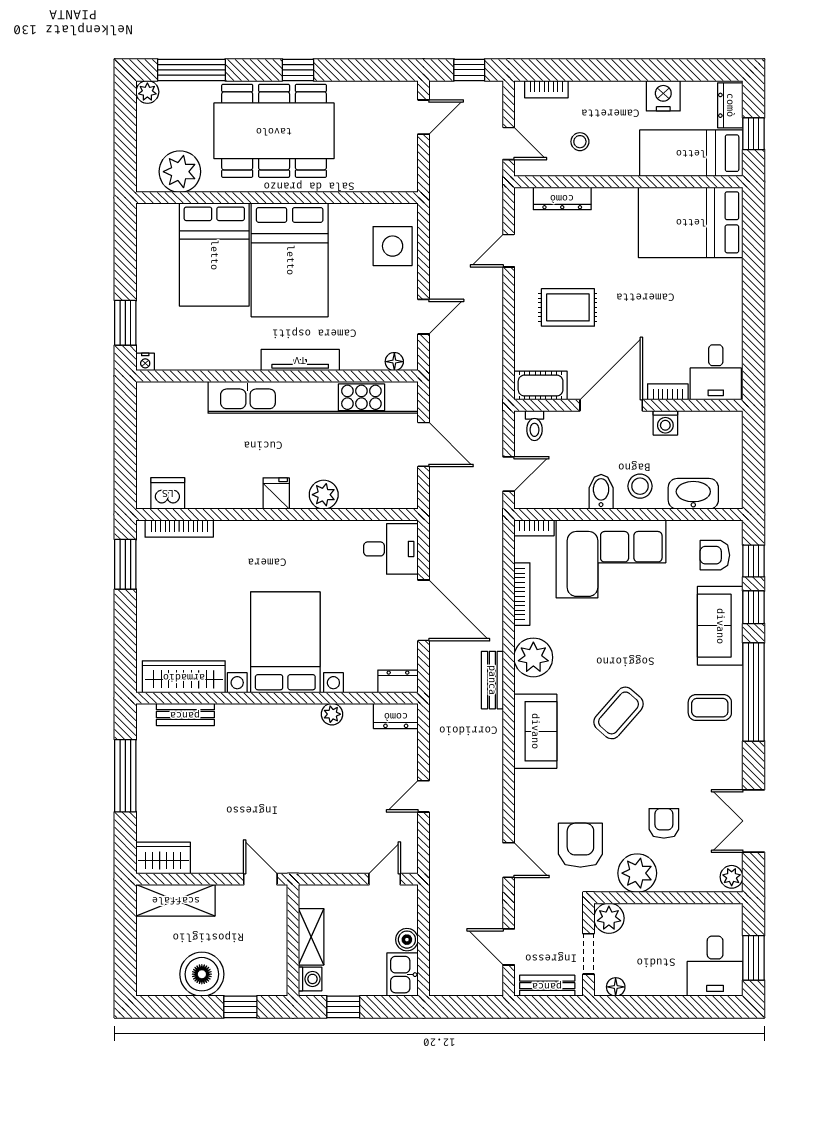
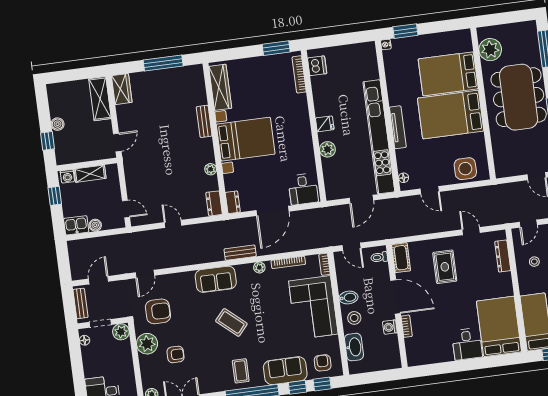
plant: (147, 92) -> (530, 27), removed
desk: (716, 372) -> (467, 344), moved, turned -90
plant: (533, 657) -> (259, 267), width x0.53, depth x0.53
bench: (185, 715) -> (204, 121), moved
boiler: (202, 974) -> (58, 124), width x0.54, depth x0.54

